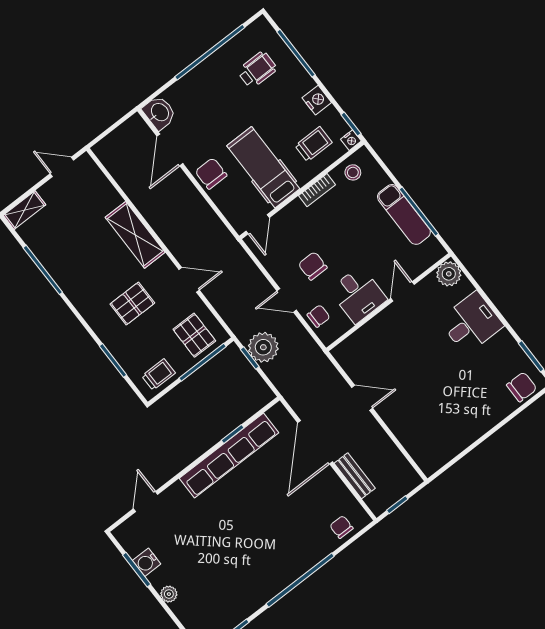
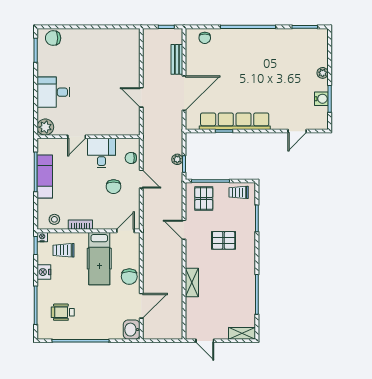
shelving: (135, 235) -> (192, 282), width x0.67, depth x0.75
plant: (263, 347) -> (177, 159), width x0.53, depth x0.53

